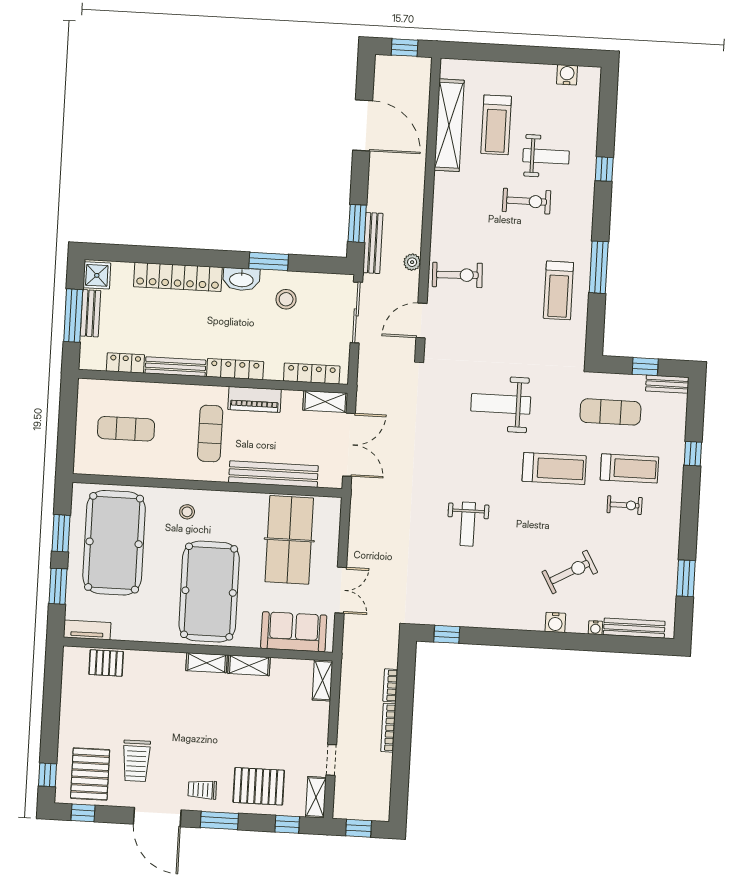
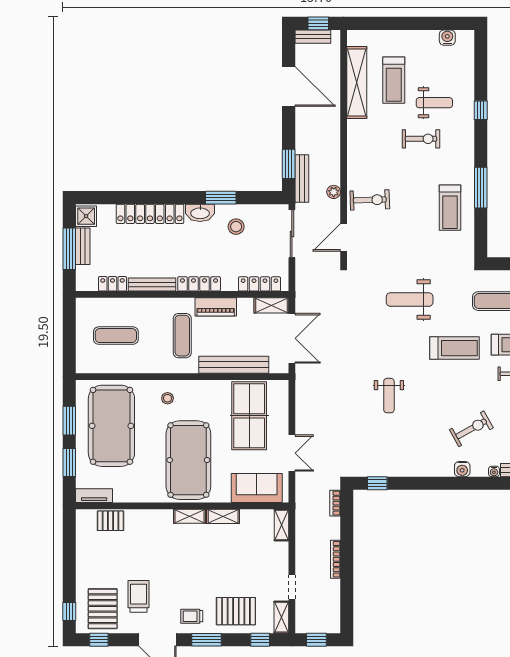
bench: (397, 64) -> (313, 37), added
bookcase: (390, 685) -> (335, 503), moved
trolley: (136, 761) -> (138, 596), turned 180

